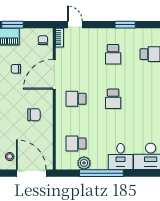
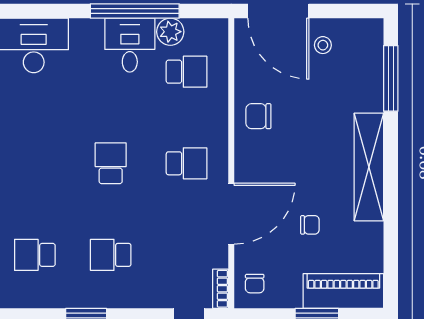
school desk: (113, 54) -> (111, 255), turned -90
chair: (34, 115) -> (258, 116), moved
desk: (121, 156) -> (130, 45), moved

